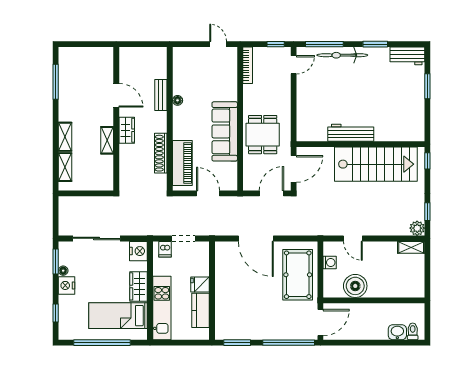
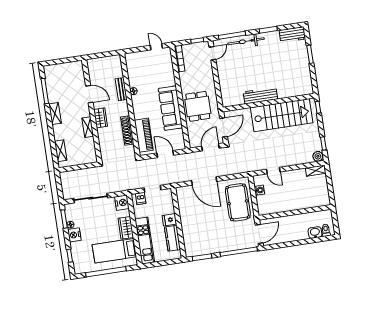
shelving: (65, 137) -> (55, 114), moved
boiler: (355, 286) -> (280, 204), removed

